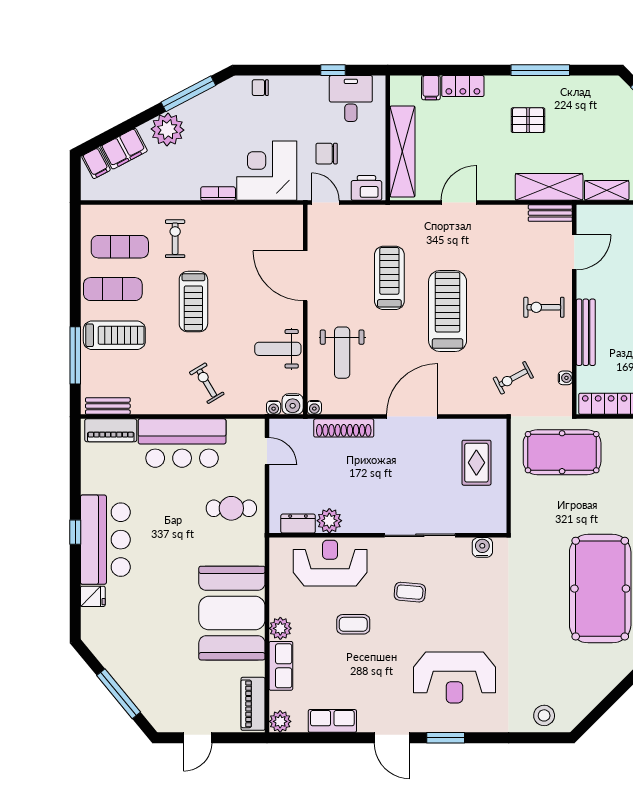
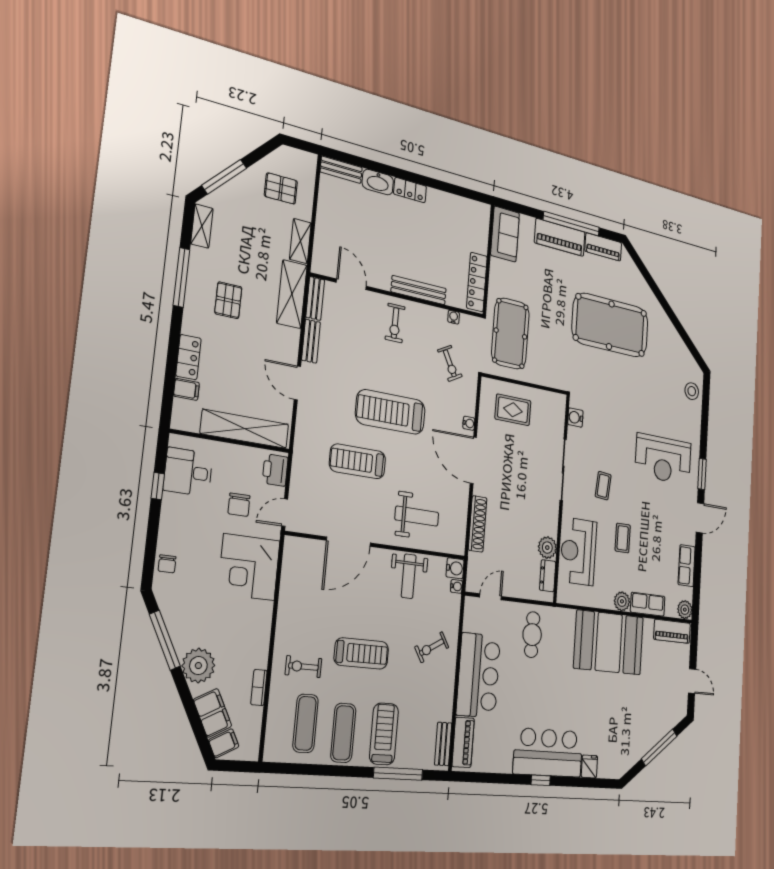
shelving: (597, 85) -> (202, 226), added
bookcase: (218, 194) -> (259, 687), moved
bench: (505, 213) -> (311, 341), added
water cooler: (314, 407) -> (469, 423), moved
reception desk: (454, 677) -> (663, 459), turned 90

